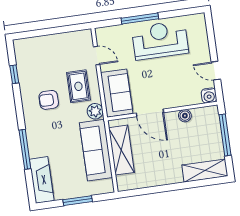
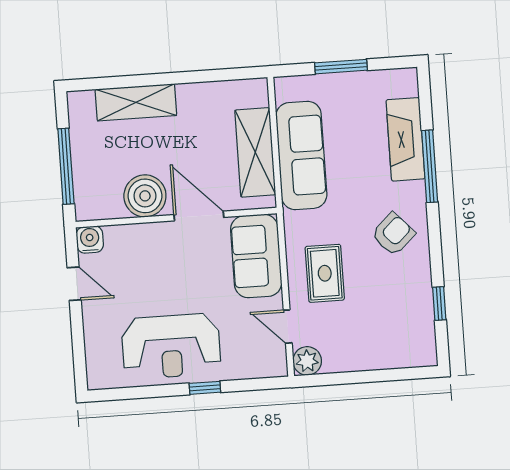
window: (140, 19) -> (205, 388), width x0.46
armchair: (49, 100) -> (393, 234), moved, turned -43
plant: (95, 111) -> (307, 361), moved
boiler: (185, 116) -> (145, 196), width x1.86, depth x1.86
shelving: (205, 171) -> (136, 102), moved
fireplace: (42, 180) -> (405, 139), moved

